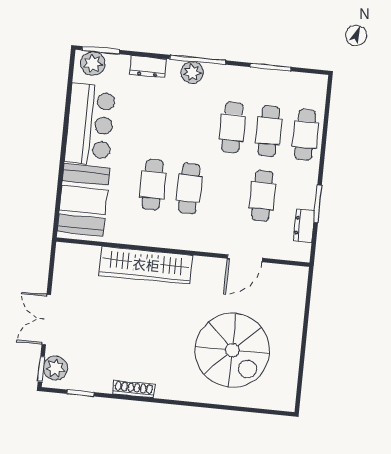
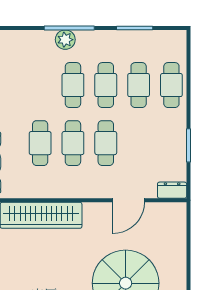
dresser: (148, 67) -> (25, 39), removed
cafe table: (196, 124) -> (73, 85), added
cafe table: (262, 196) -> (106, 143), moved
dresser: (304, 226) -> (172, 190), moved, turned 90

